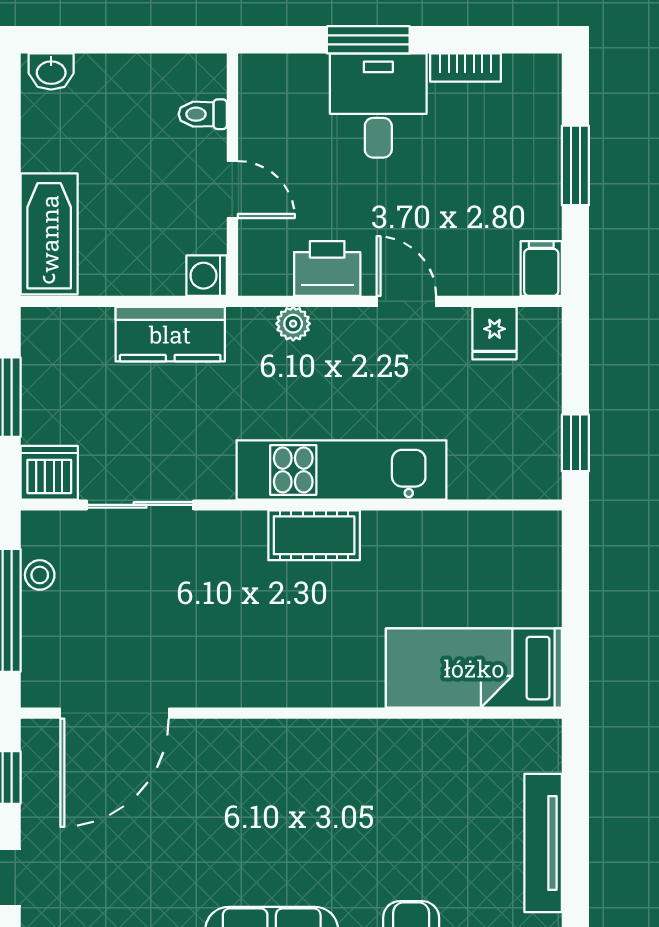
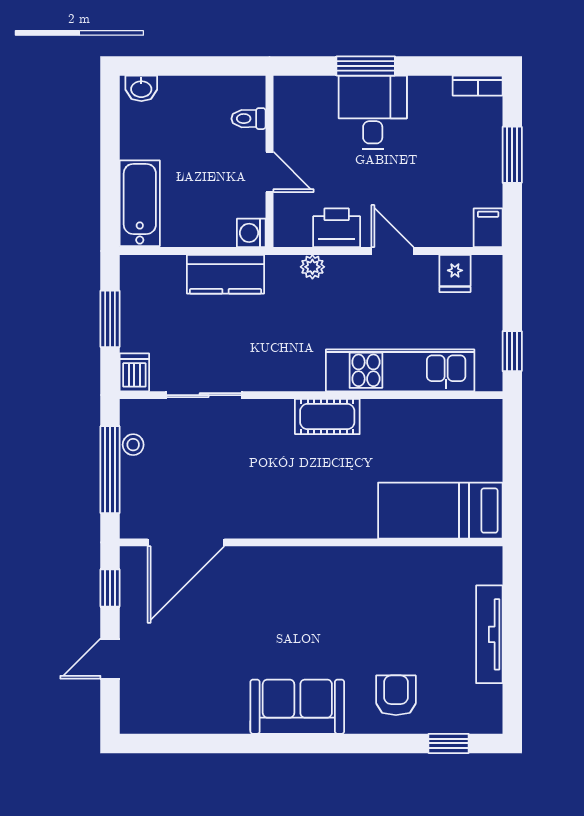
bookcase: (465, 68) -> (478, 86), moved
kitchen unit: (342, 470) -> (400, 370), moved
dishwasher: (49, 473) -> (134, 372), width x0.73

